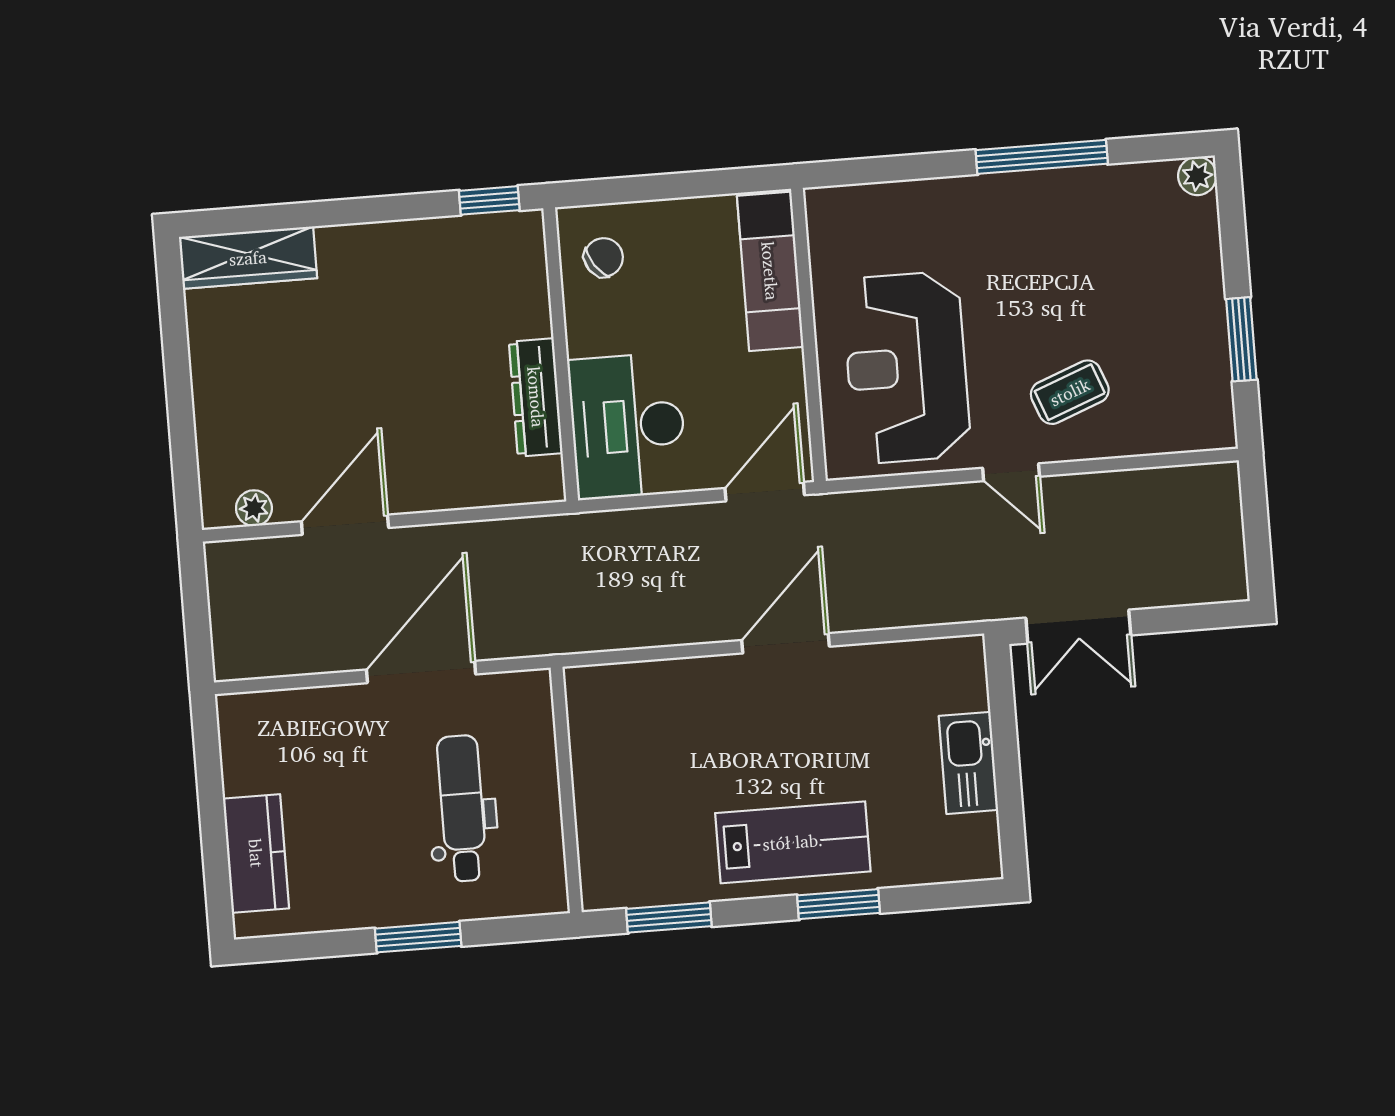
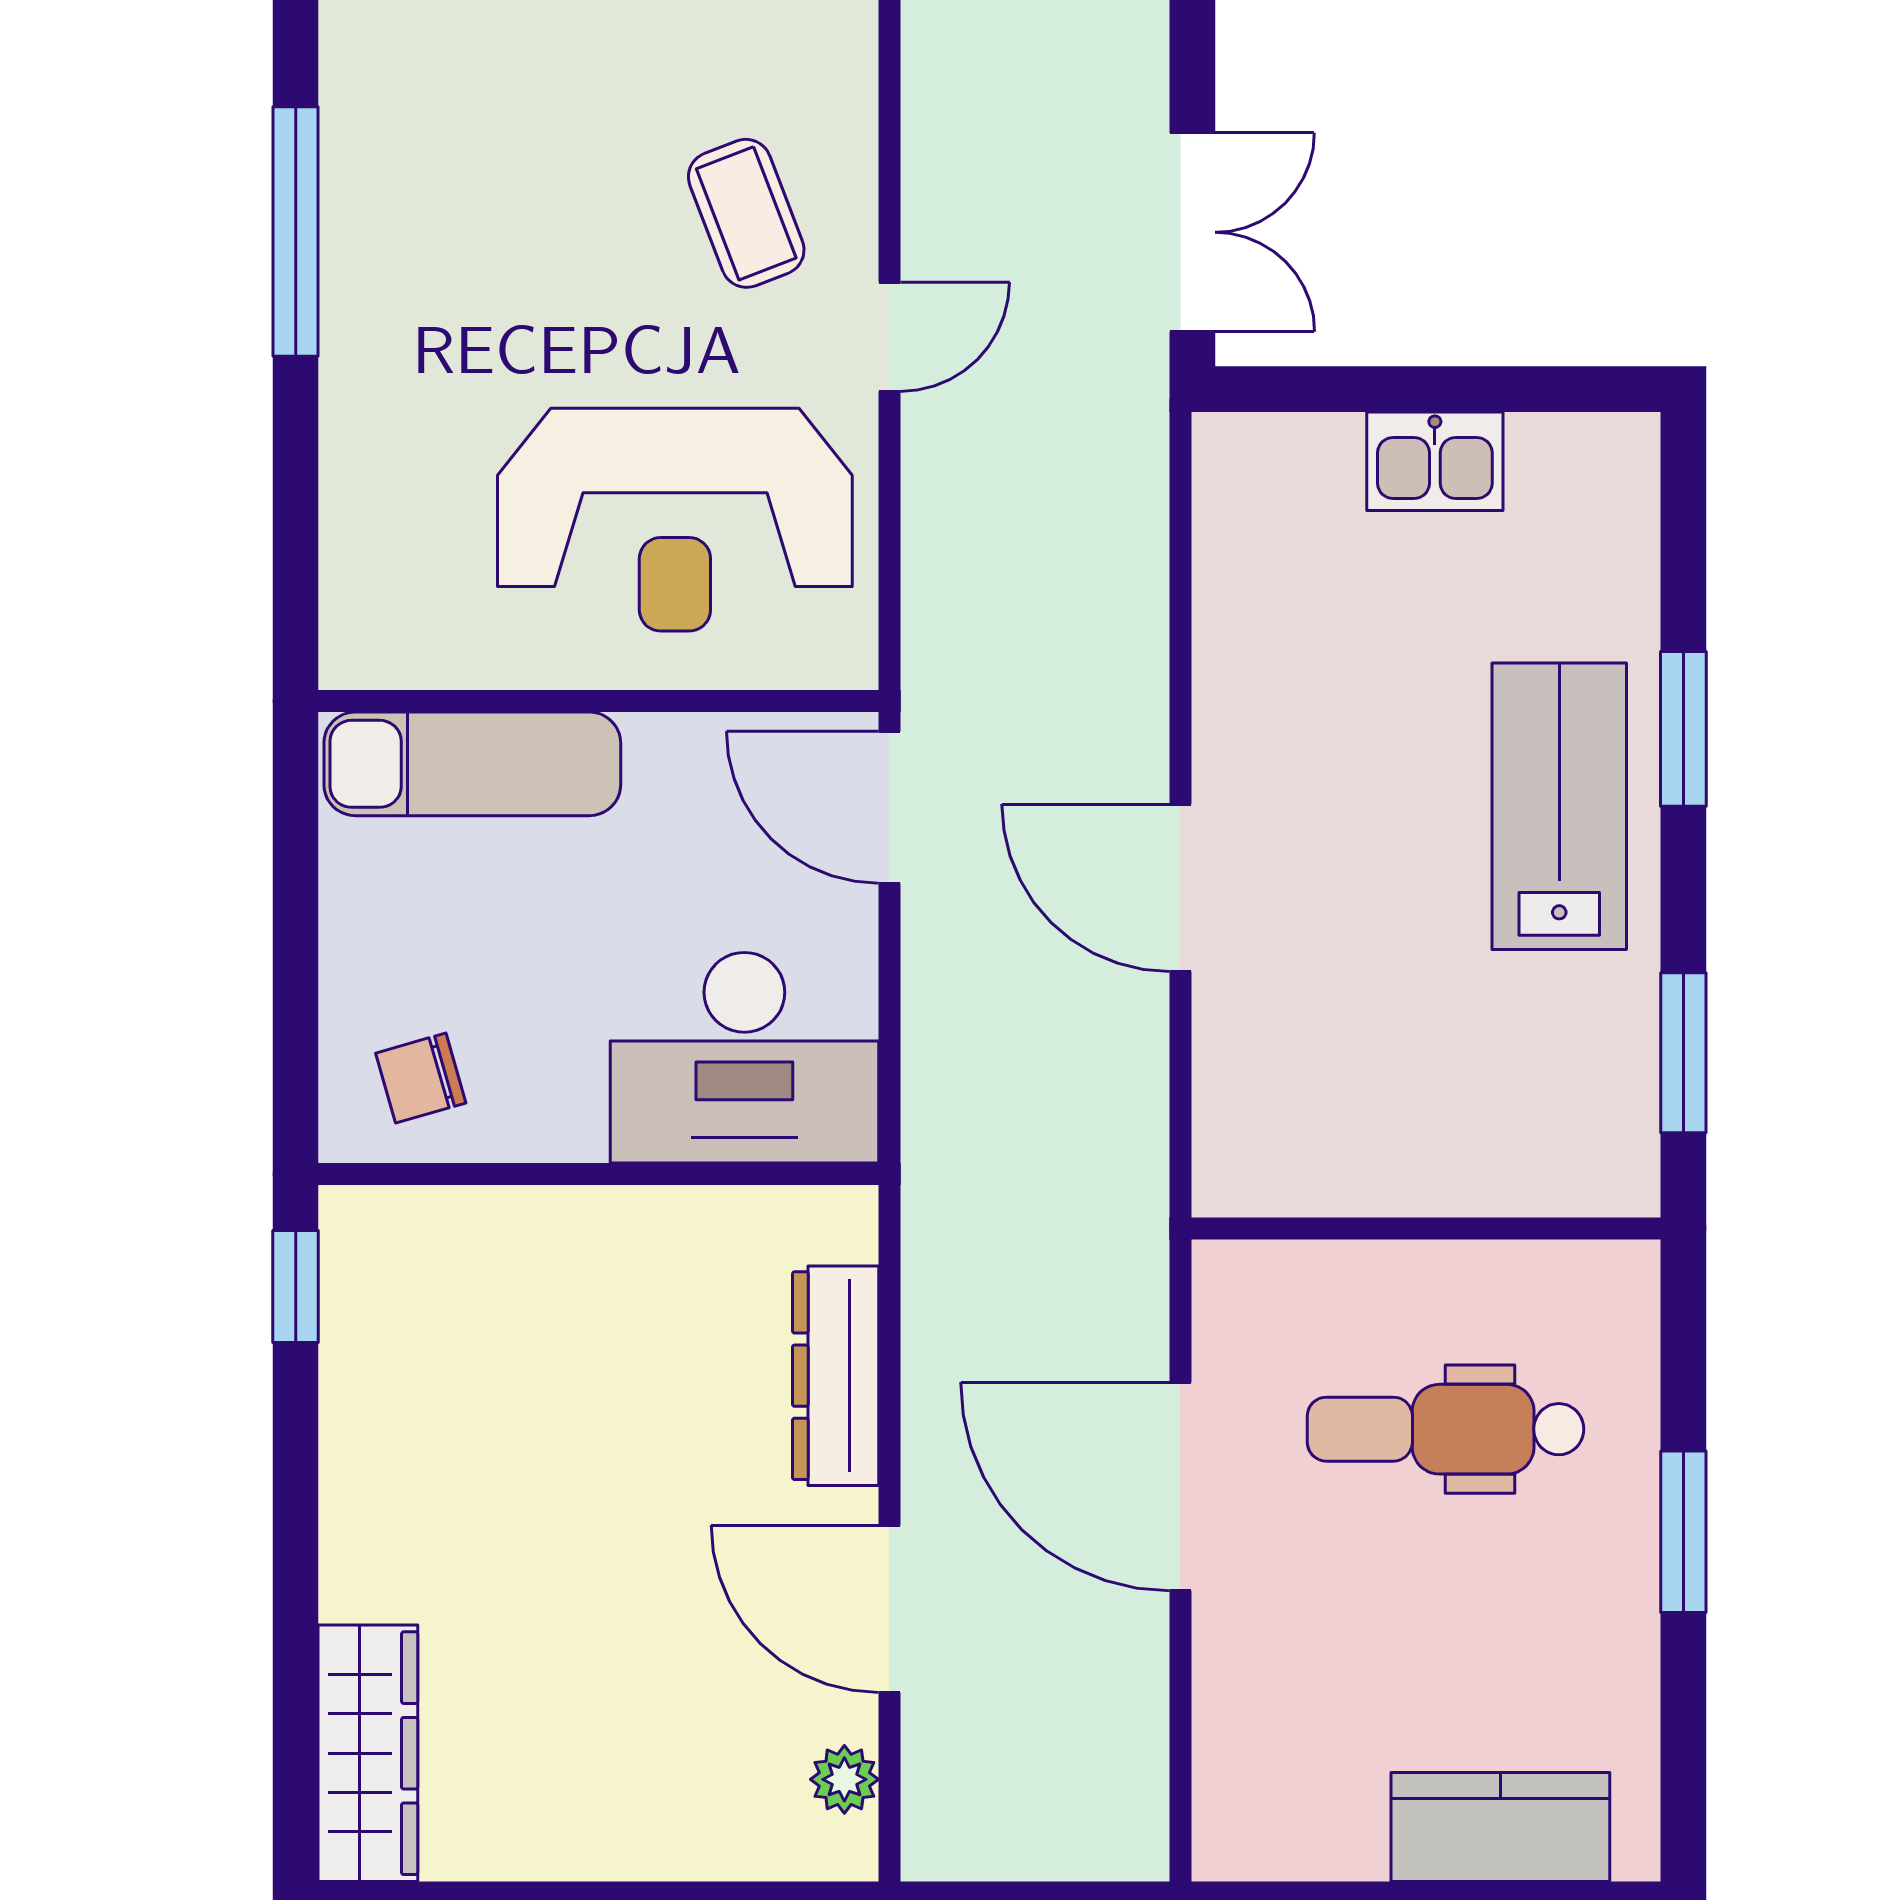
chair: (604, 257) -> (421, 1078), turned -72
dresser: (536, 397) -> (836, 1376), moved, turned 90
door: (786, 643) -> (1180, 888), moved
kitchen sink: (968, 763) -> (1435, 461), width x0.73

